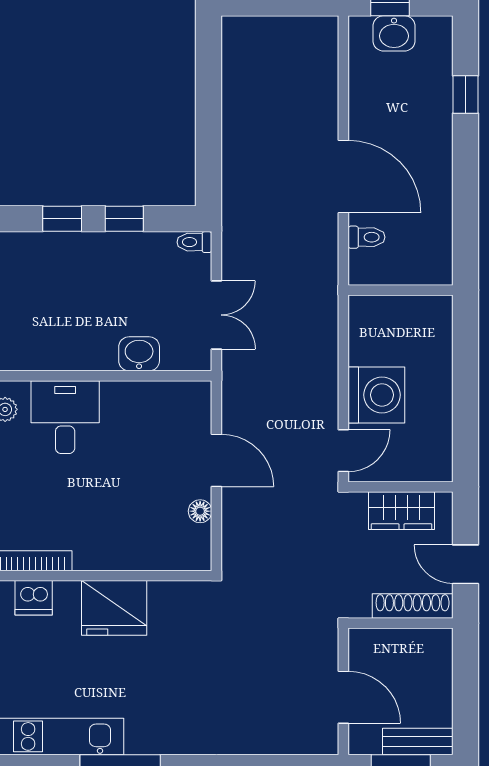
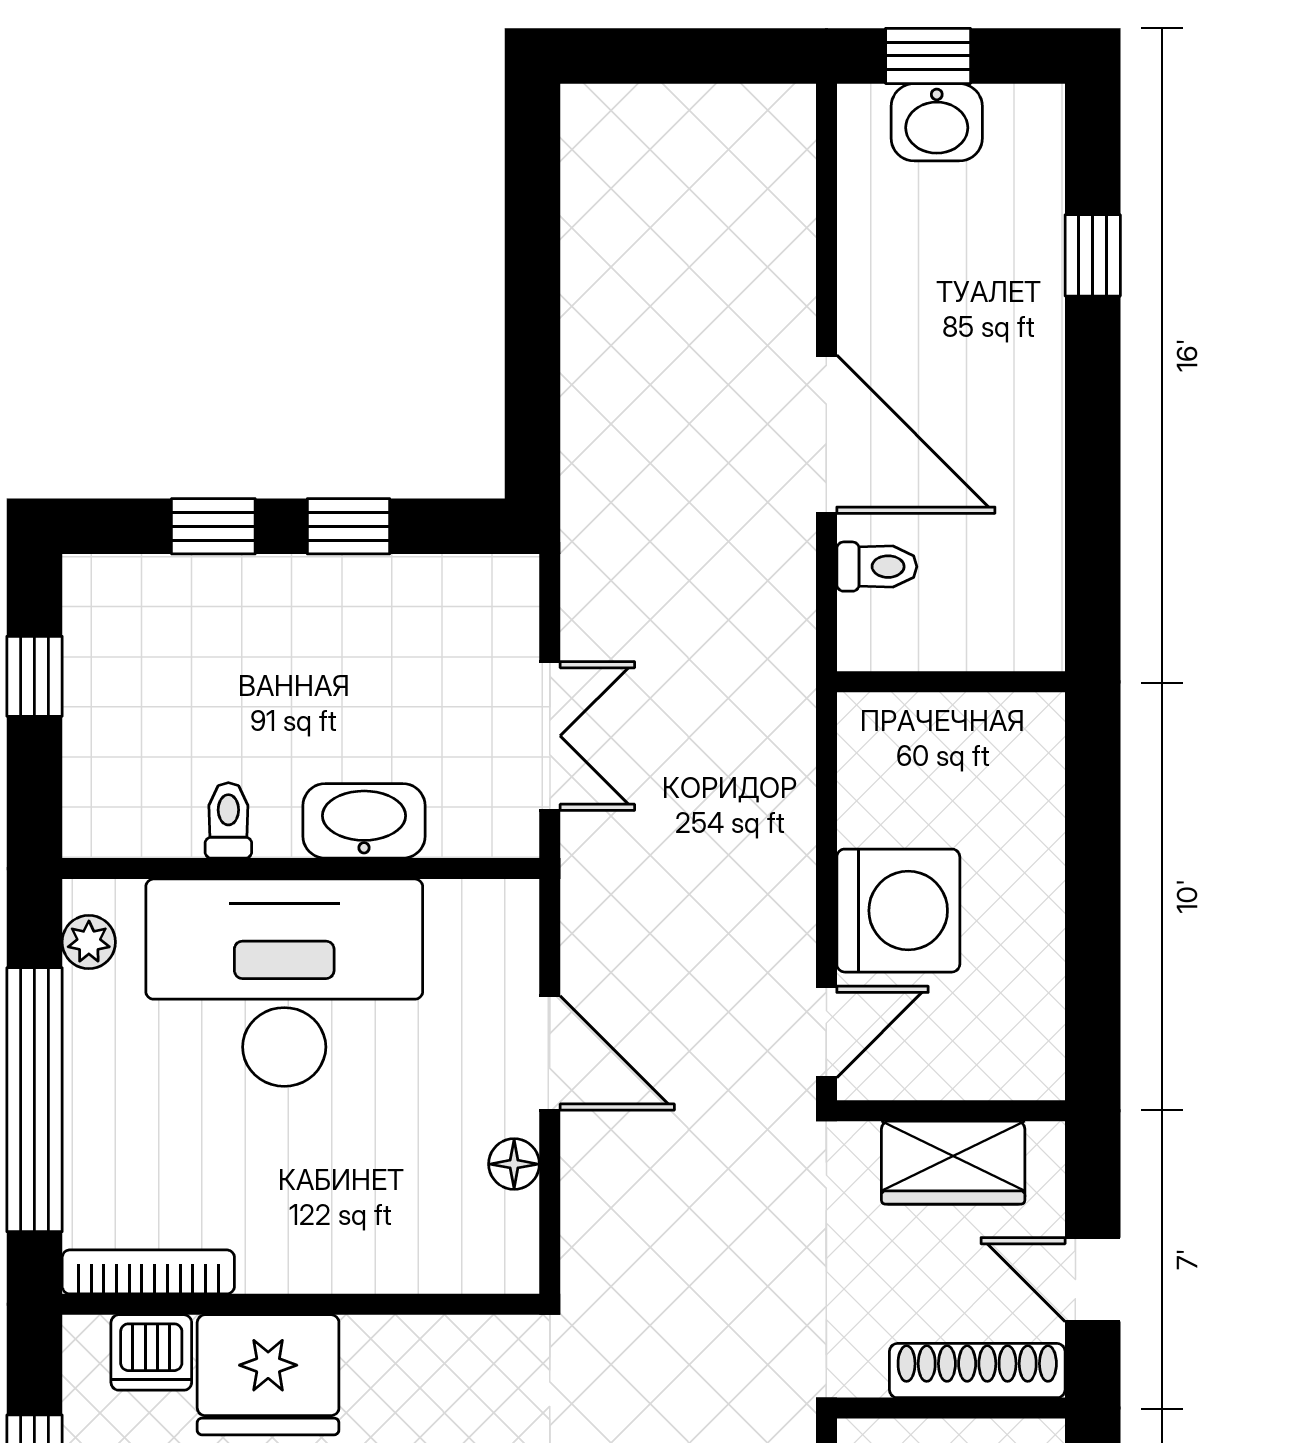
toilet: (194, 242) -> (228, 820), moved, turned 90
washbasin: (139, 354) -> (364, 821), width x1.38
desk: (65, 417) -> (284, 983), width x1.87, depth x1.30
fridge: (114, 608) -> (268, 1375), moved

